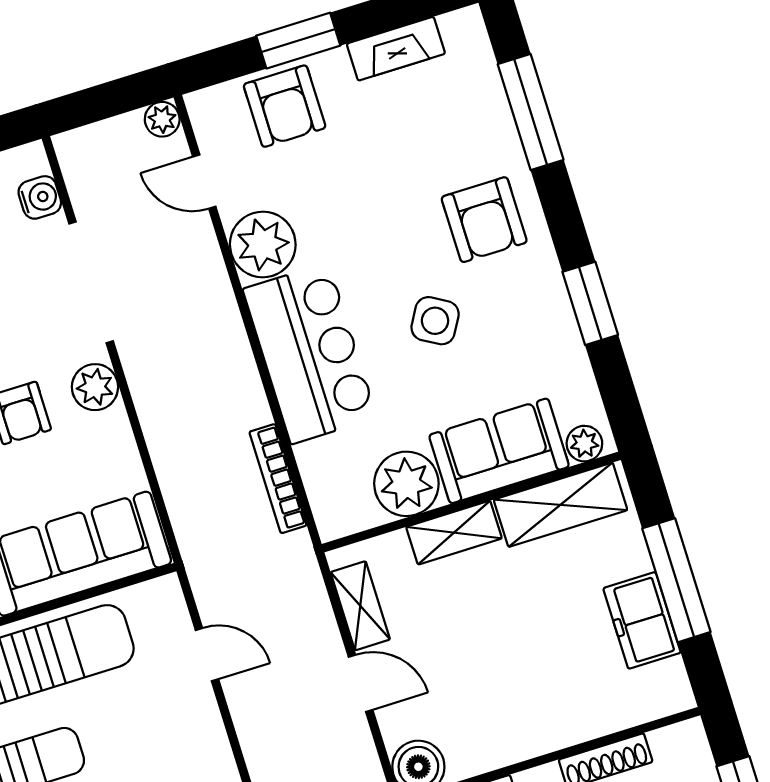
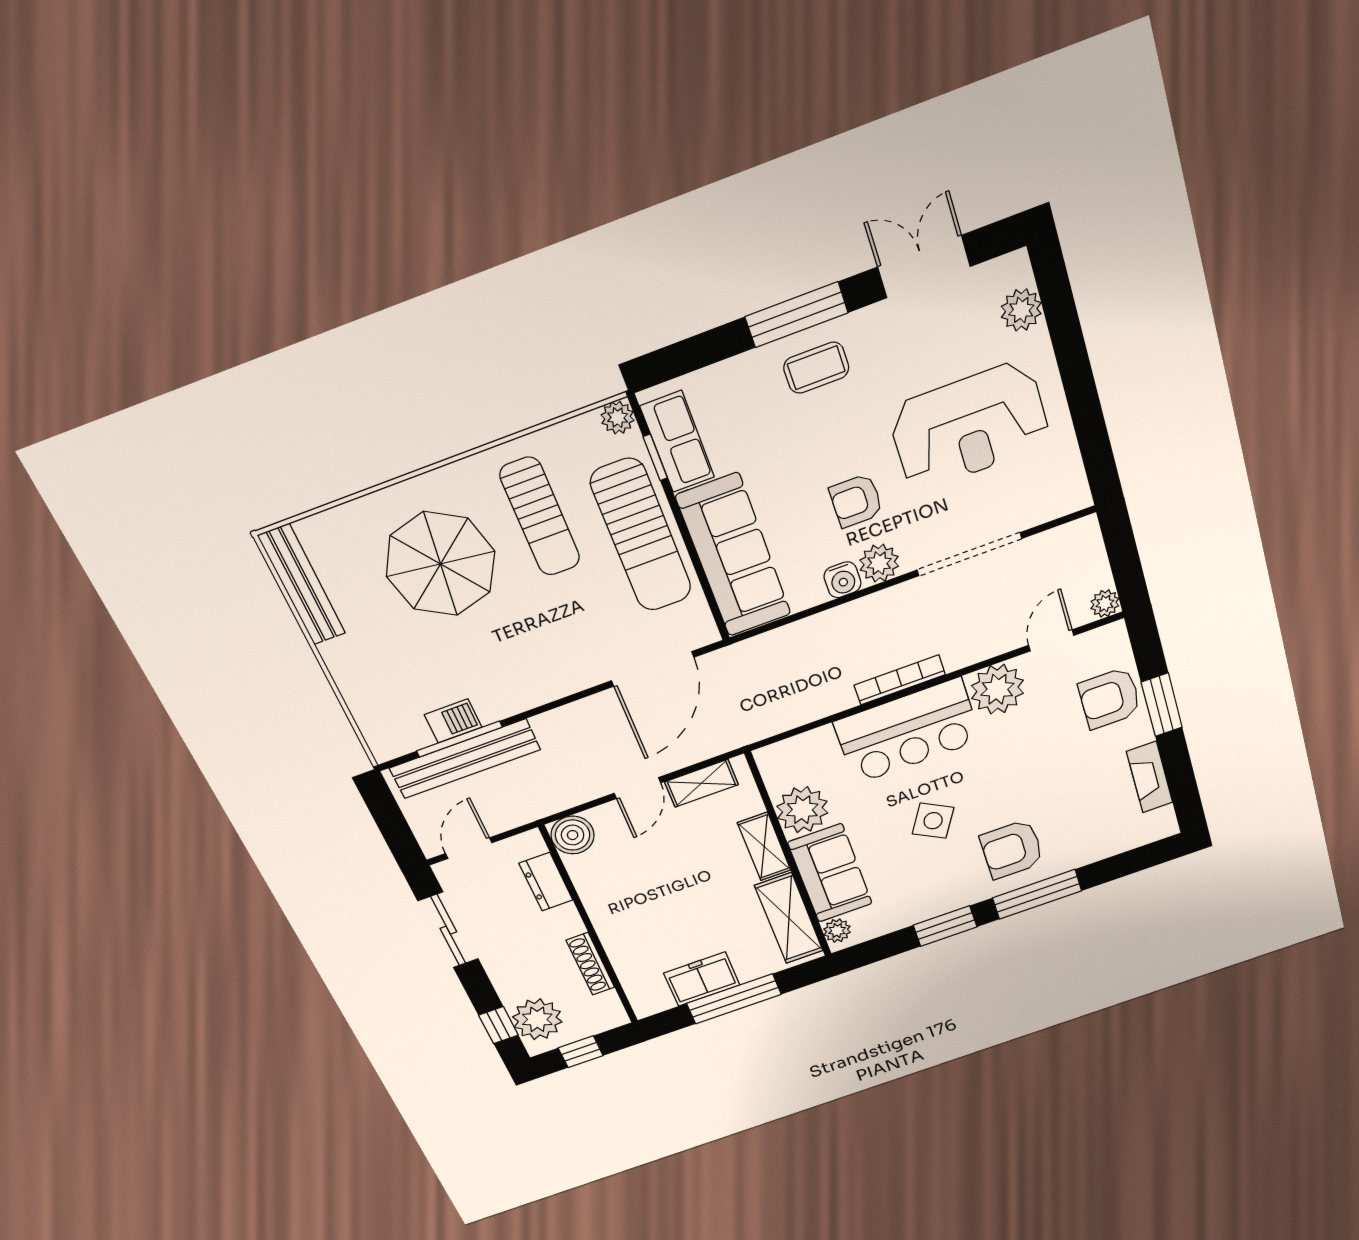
window: (531, 112) -> (1037, 894), moved
water cooler: (40, 197) -> (842, 580), moved
bookcase: (278, 479) -> (900, 680), moved
door: (207, 655) -> (653, 669), width x1.88

